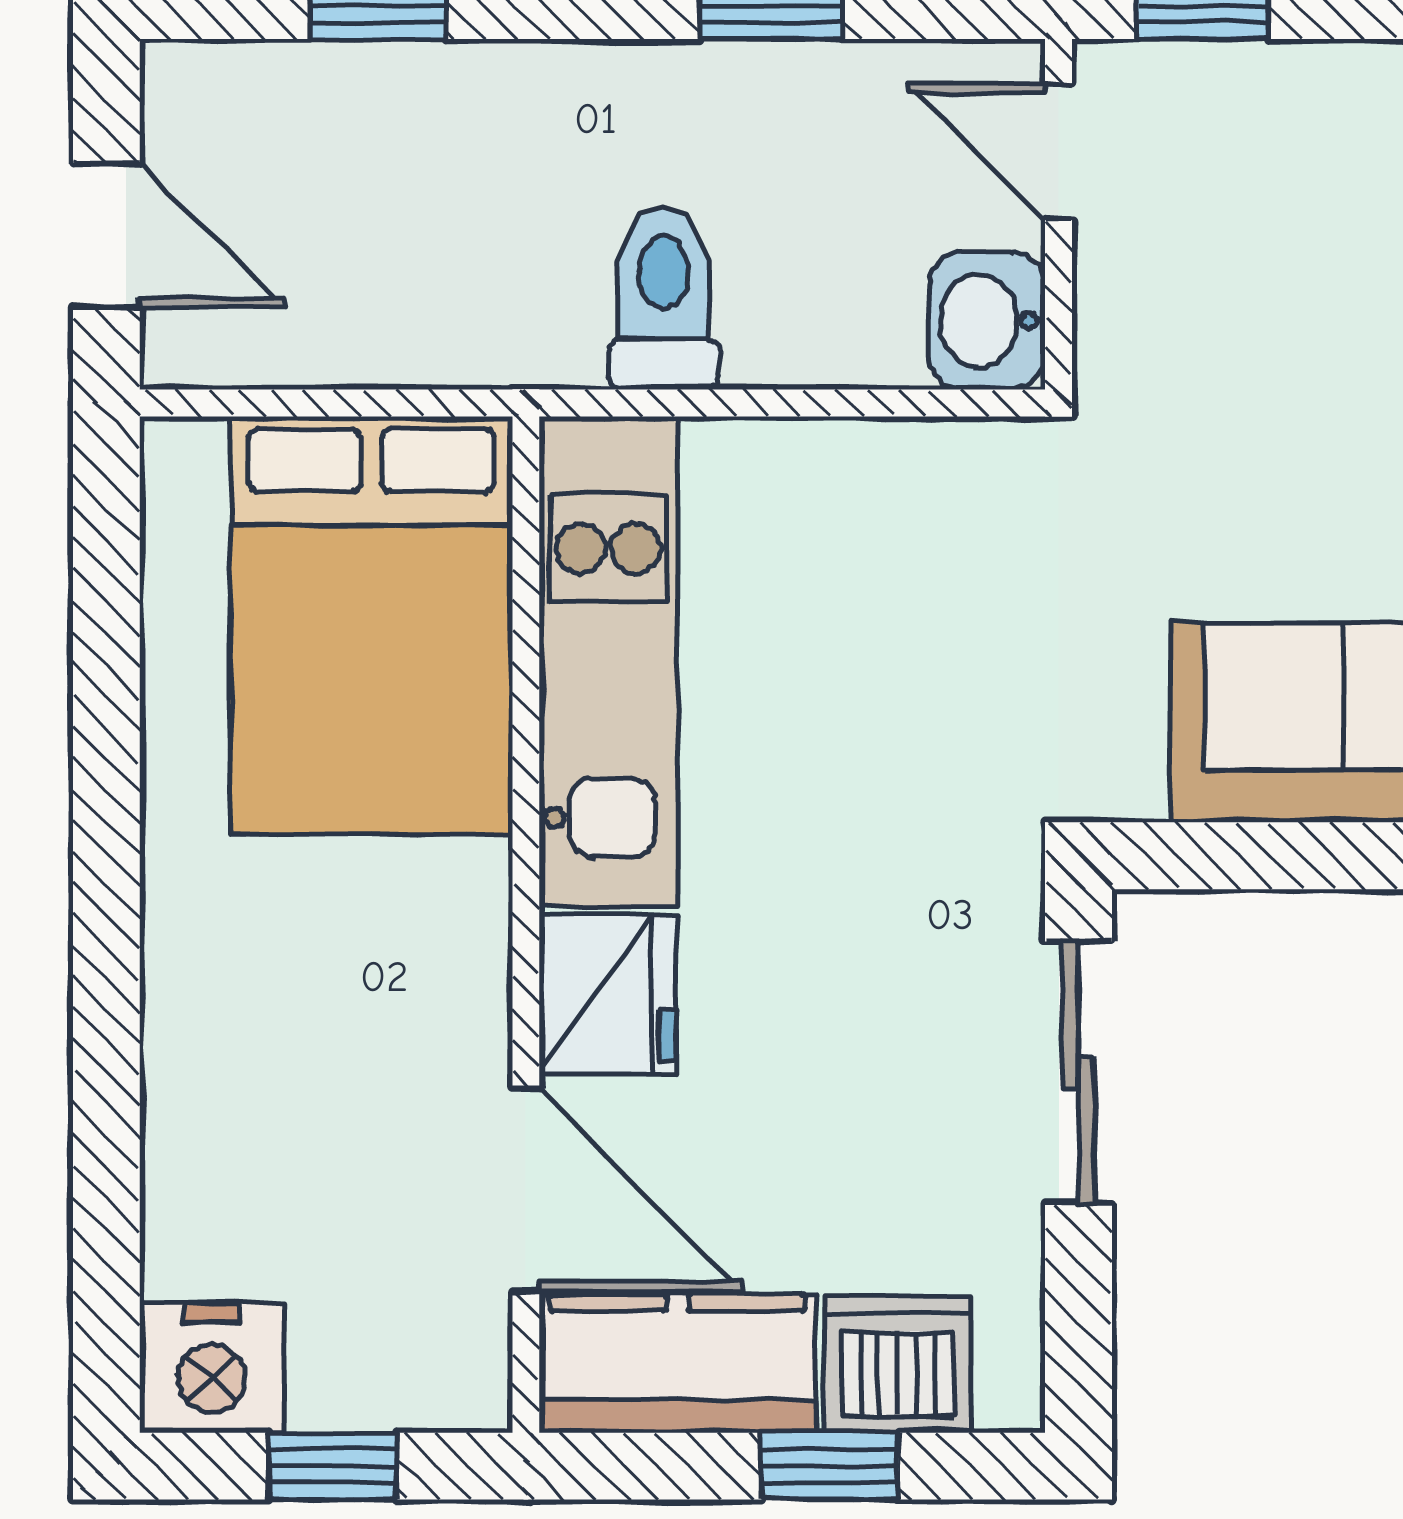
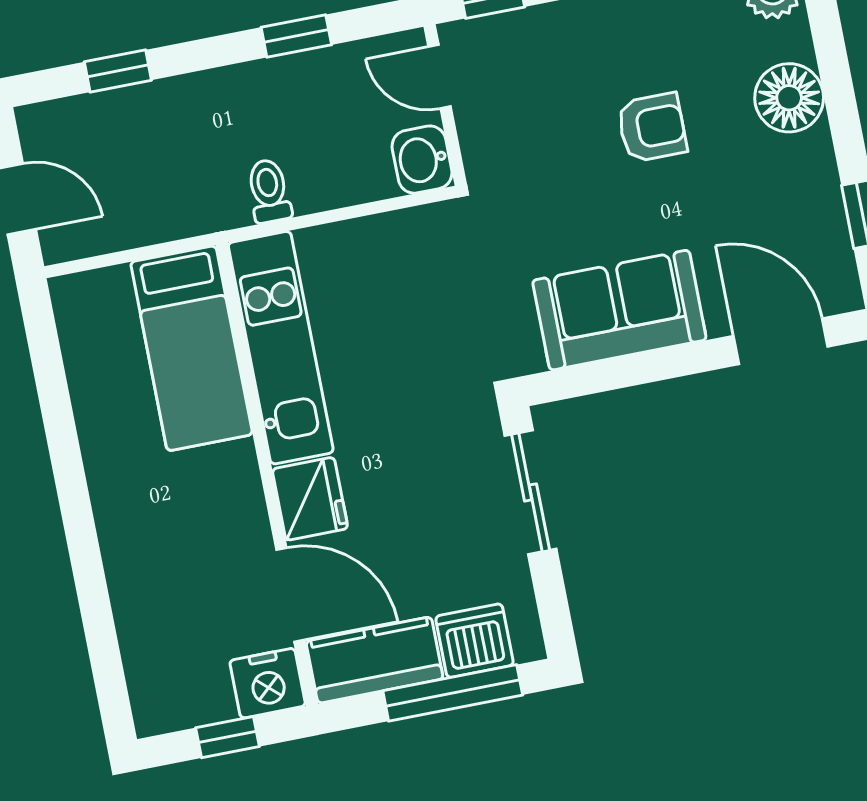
toilet: (664, 298) -> (269, 191), width x0.73, depth x0.72
bed: (372, 625) -> (192, 348), width x0.67
nightstand: (212, 1368) -> (268, 683), moved
window: (830, 1466) -> (453, 693), width x2.17

